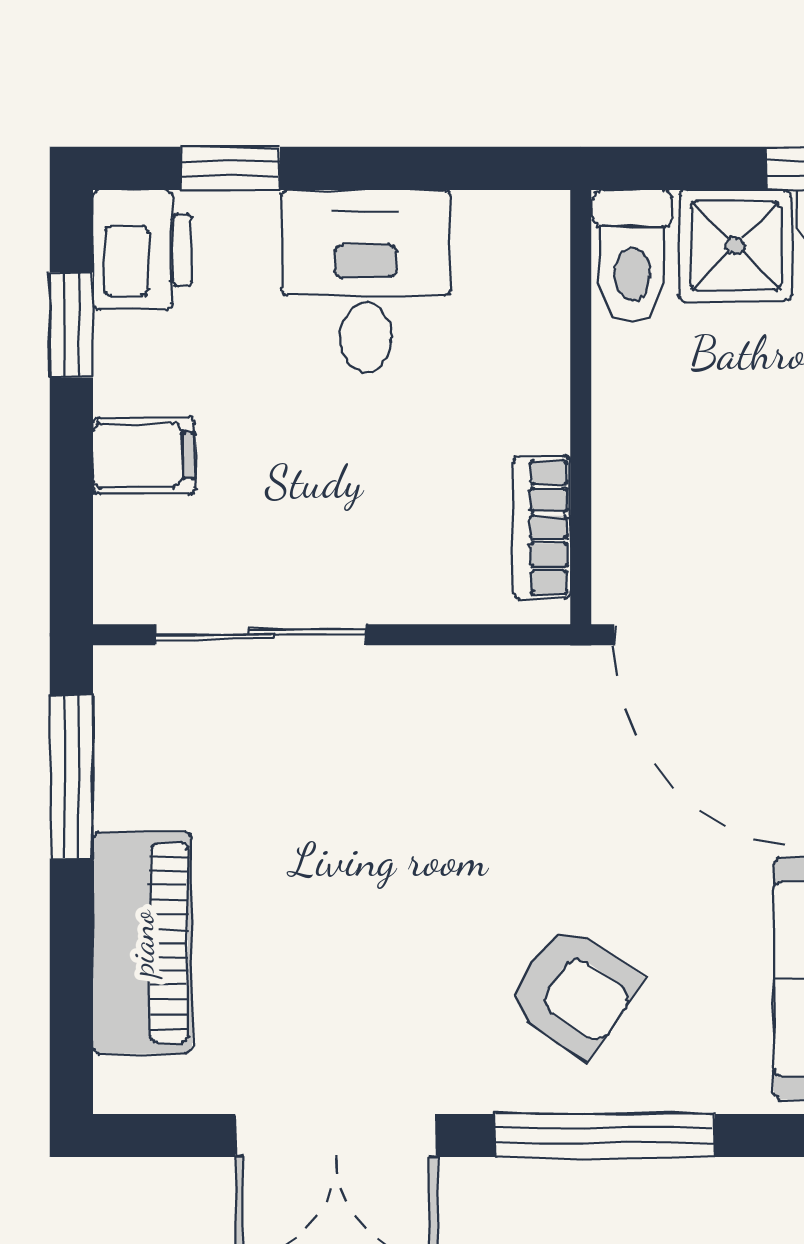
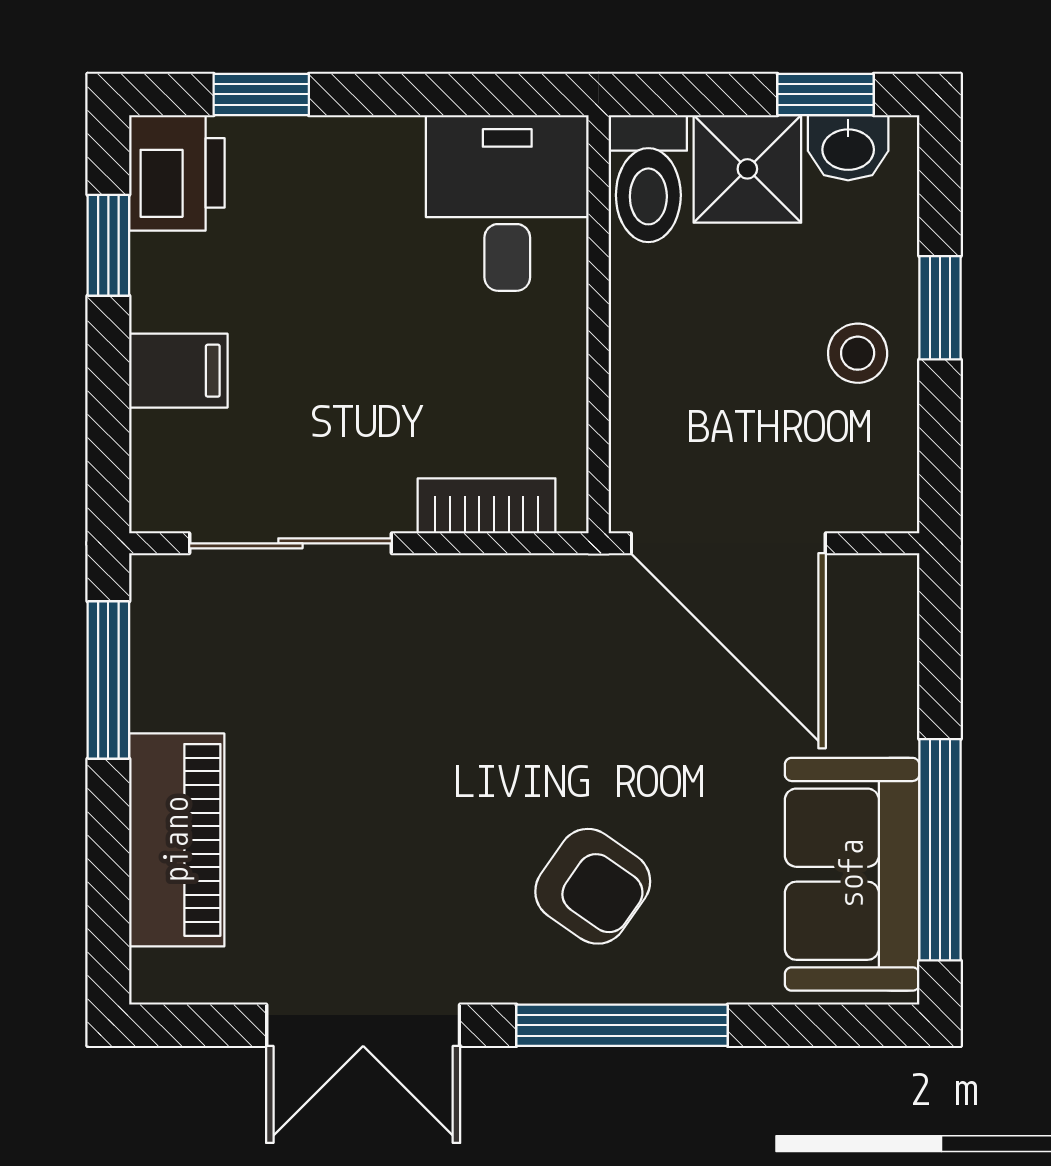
desk: (366, 281) -> (507, 203), moved
bookcase: (542, 527) -> (487, 506), moved, turned 90

